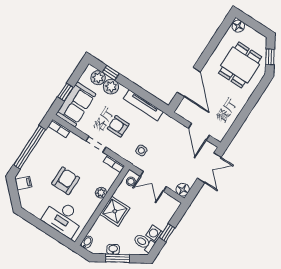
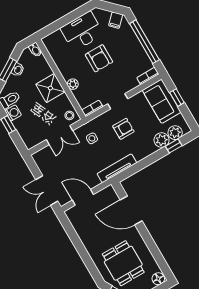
tv unit: (143, 105) -> (117, 168), moved
double door: (153, 181) -> (59, 135), swing flipped
floor lamp: (183, 190) -> (39, 157), removed
desk: (63, 218) -> (82, 31), moved

